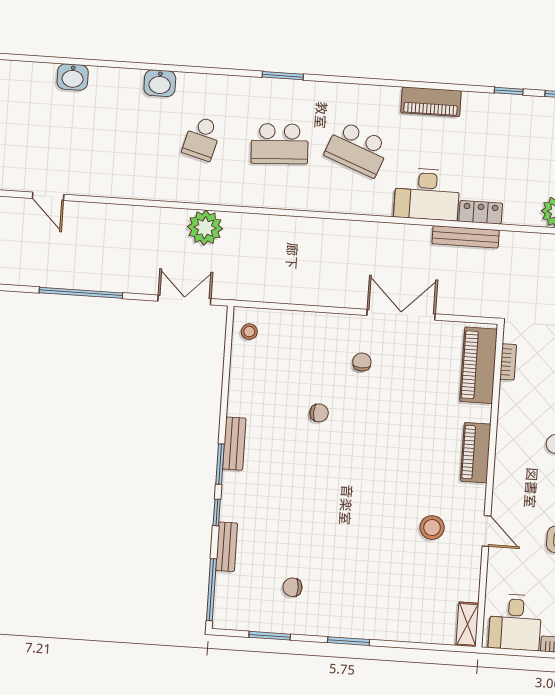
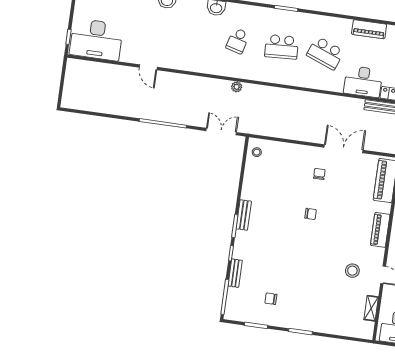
plant: (205, 228) -> (237, 87), width x0.53, depth x0.53
chair: (319, 413) -> (311, 214), moved
shelving: (467, 624) -> (371, 308), moved

